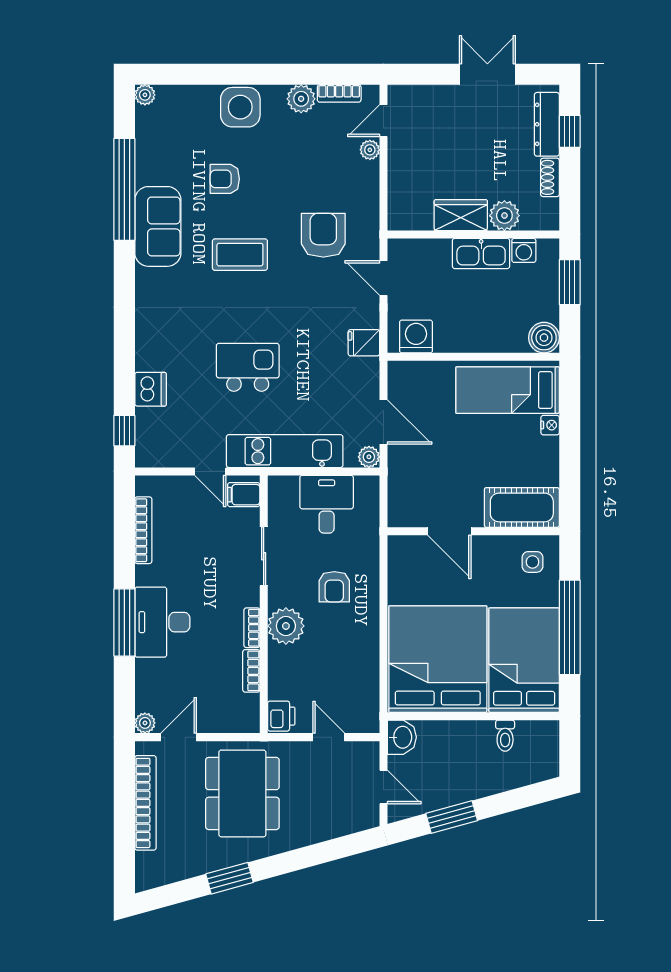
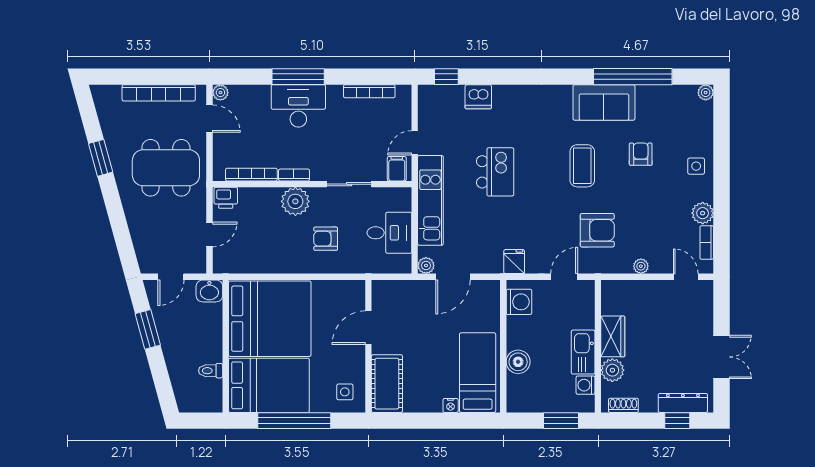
side table: (240, 107) -> (696, 166), width x0.54, depth x0.54
plant: (370, 150) -> (641, 266), moved
shoe rack: (550, 177) -> (623, 405), moved
boiler: (544, 338) -> (518, 362), moved
bookcase: (251, 671) -> (251, 175), width x1.56

